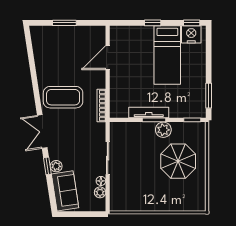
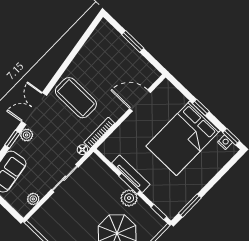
nightstand: (191, 34) -> (225, 142), width x0.53, depth x0.56
bed: (167, 55) -> (183, 138), width x1.50
plant: (56, 166) -> (27, 135), moved
floor lamp: (101, 181) -> (82, 150), moved

